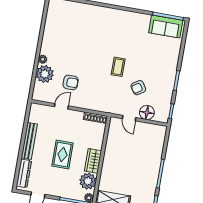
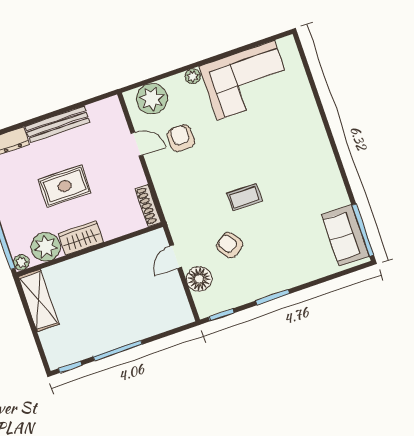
corner sofa: (60, 33) -> (246, 80), added
plant: (45, 74) -> (152, 99), moved
armchair: (71, 82) -> (181, 138), turned 180

